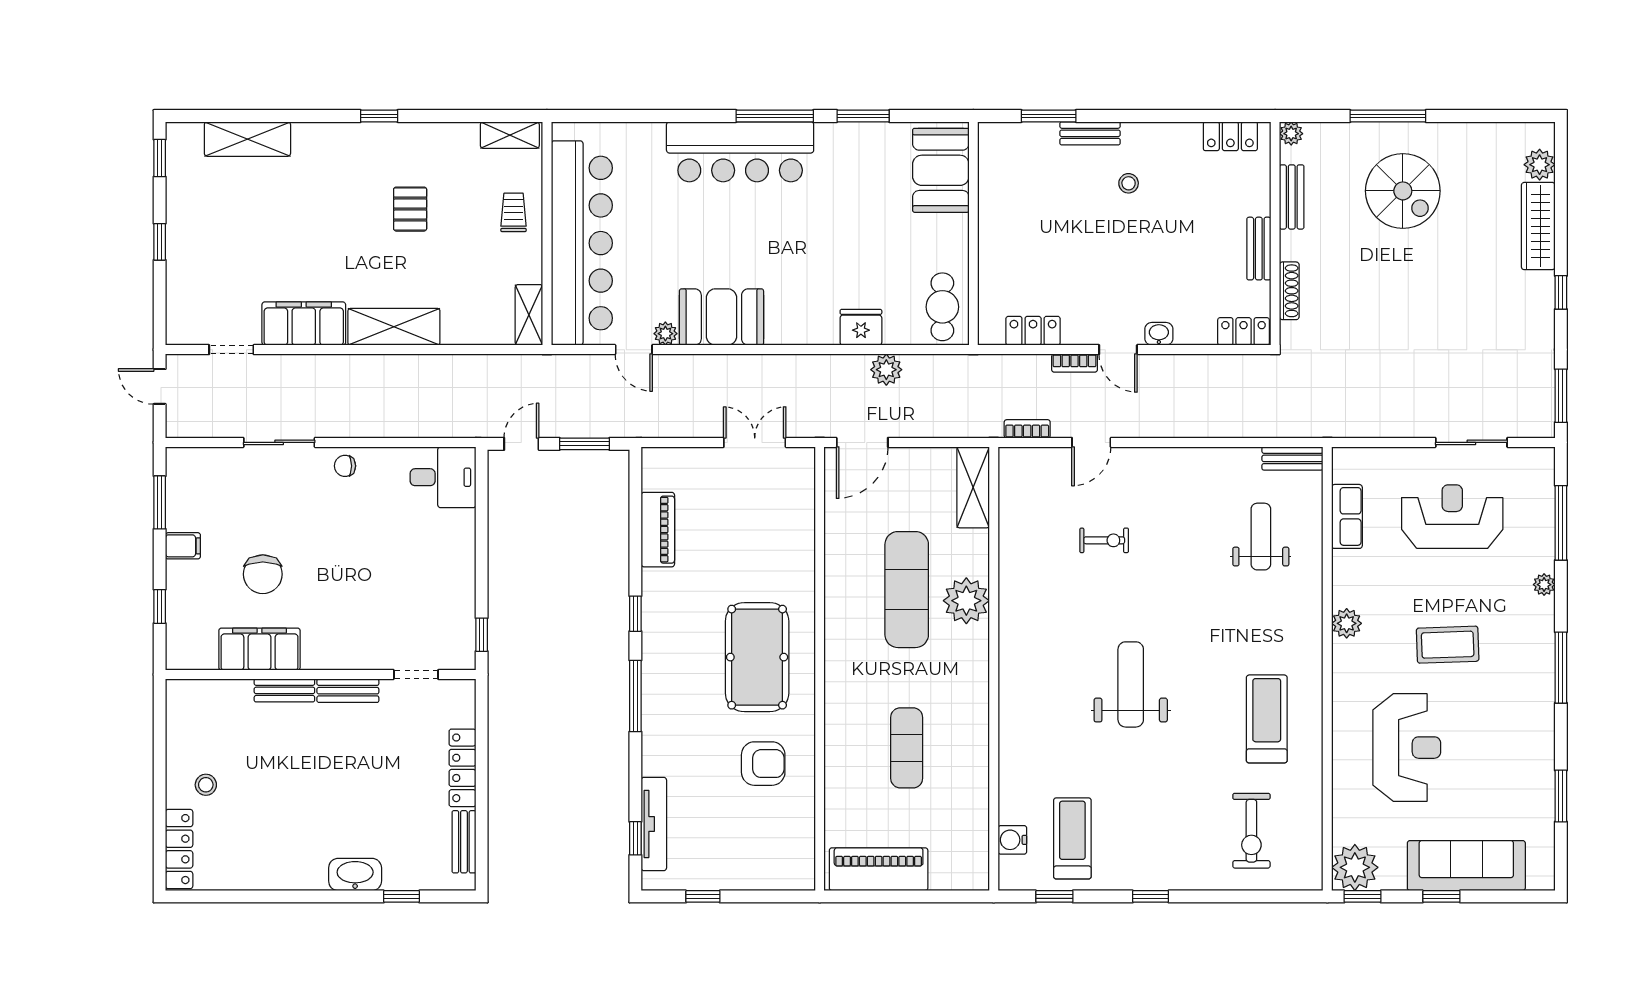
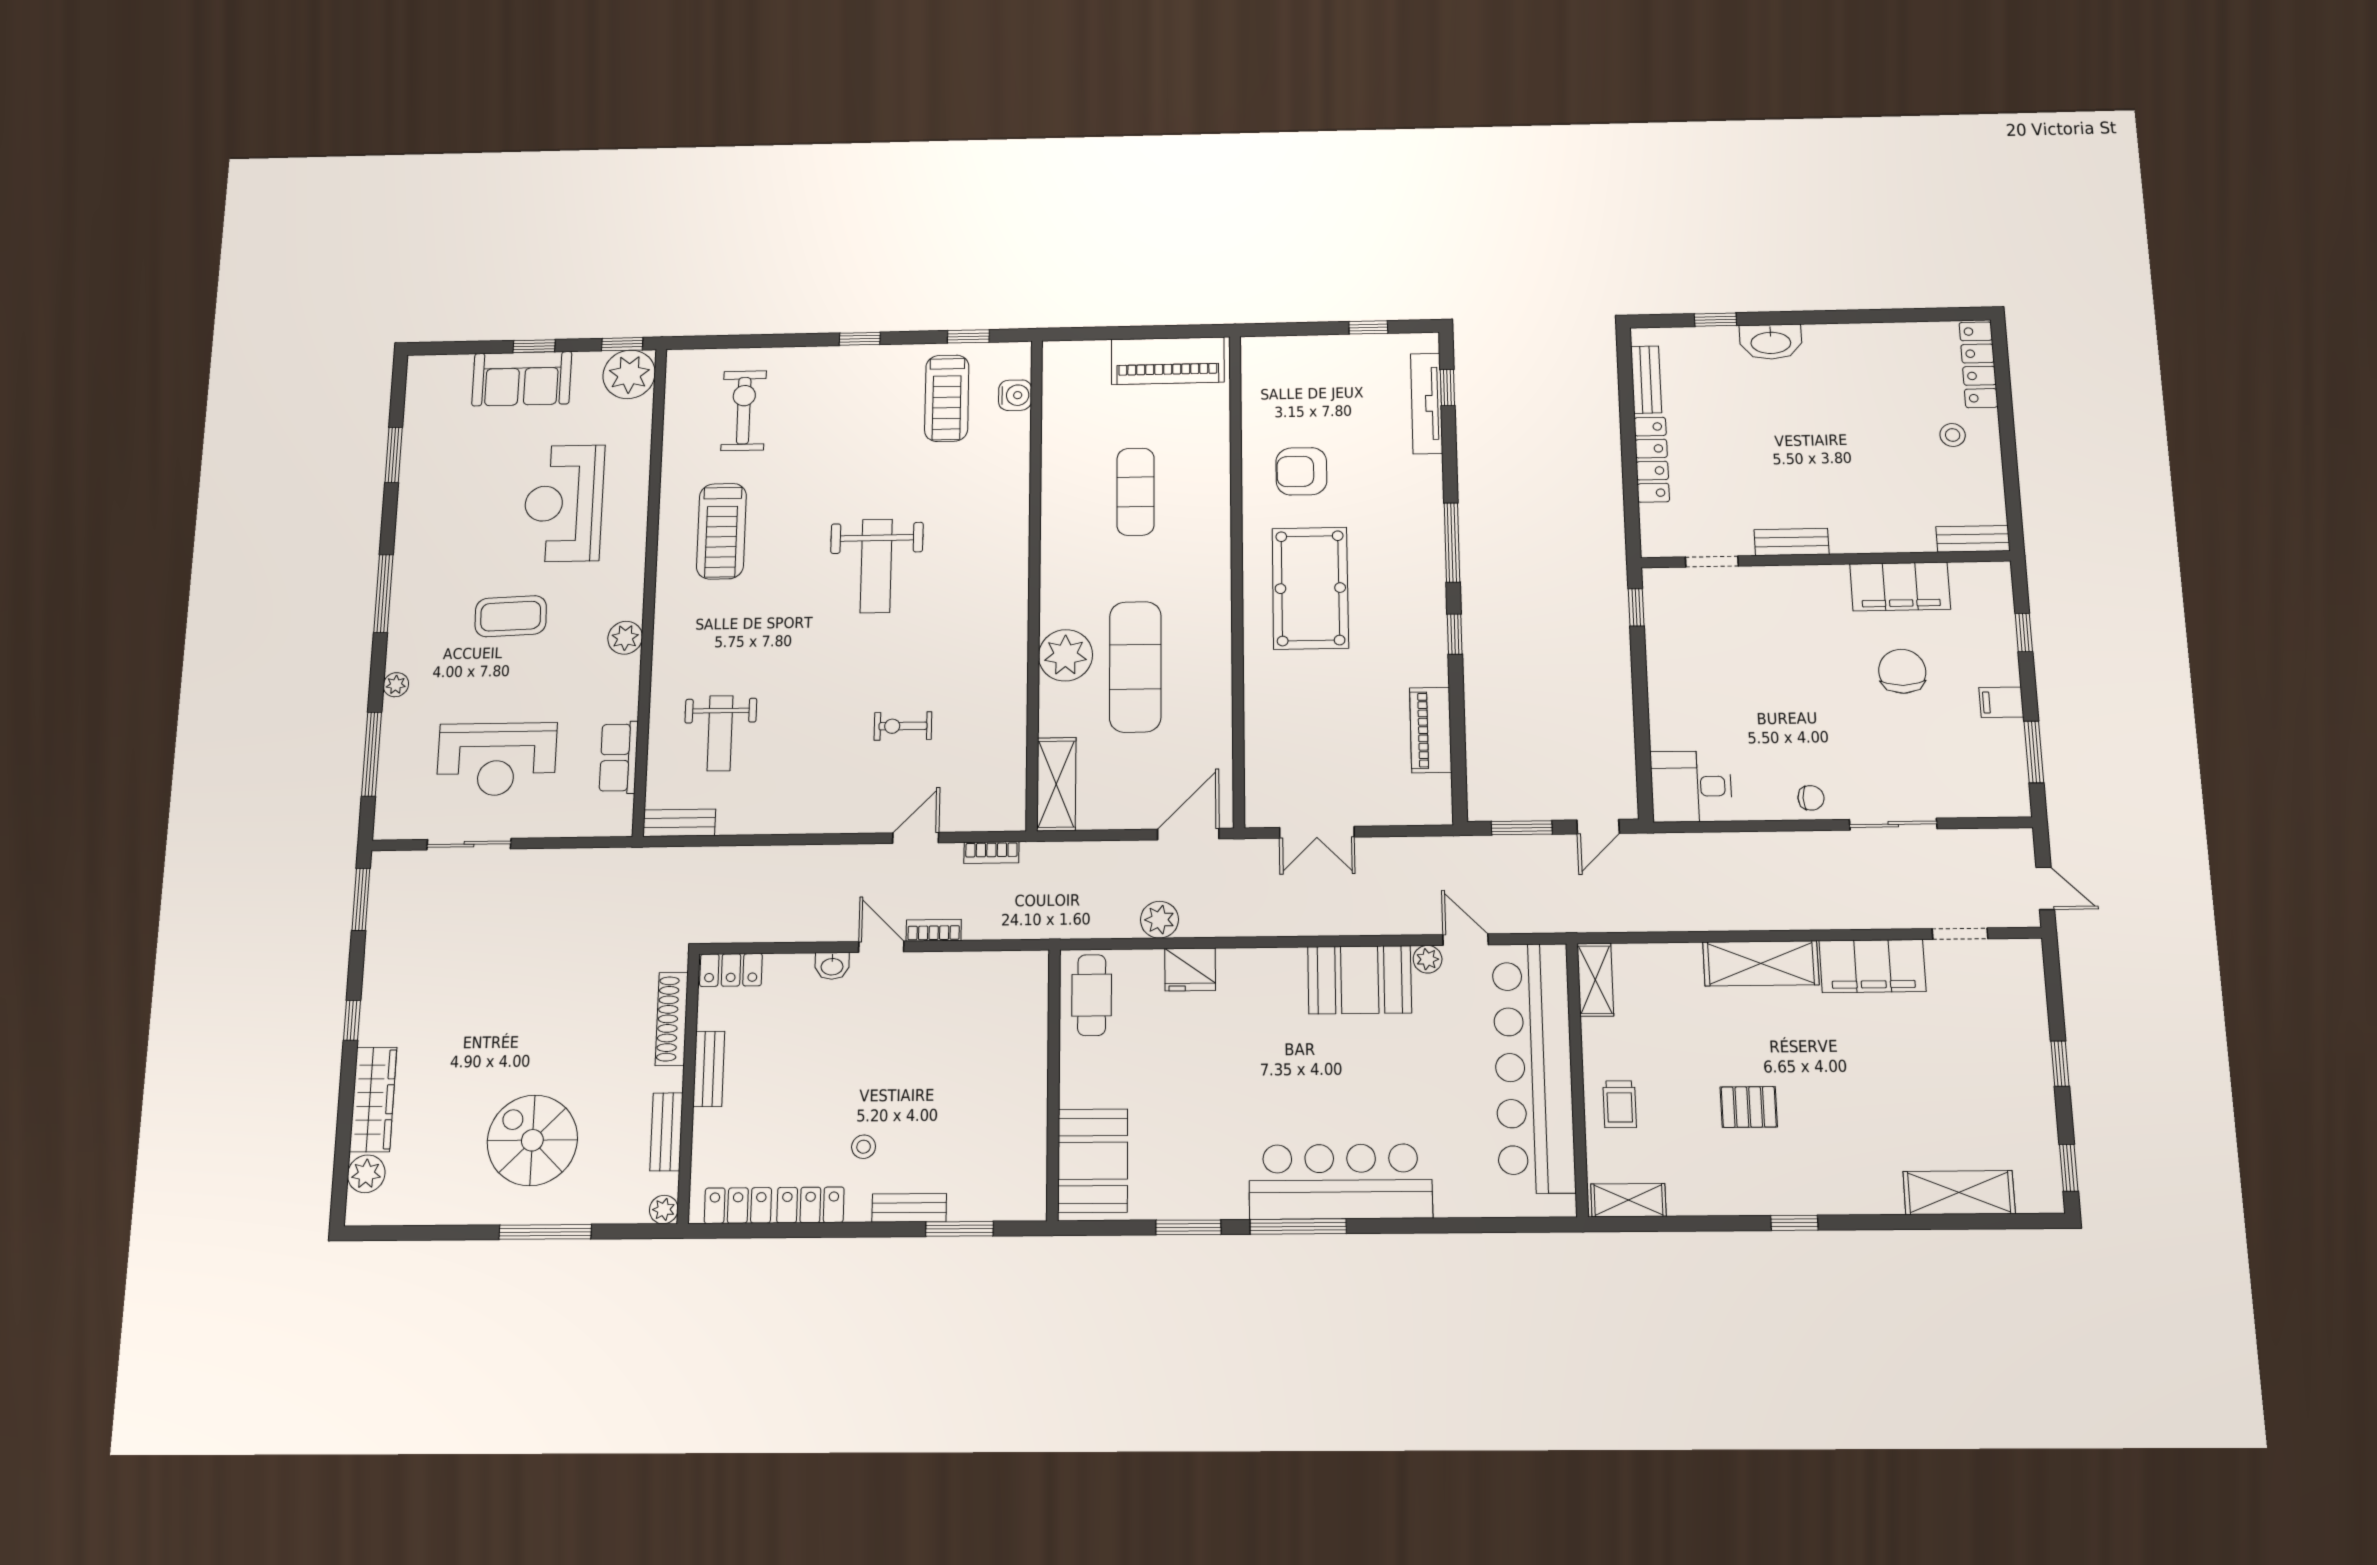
pallet: (410, 209) -> (1749, 1107), turned 90
shoe rack: (1289, 291) -> (672, 1019), width x1.36, depth x1.24
locker: (1033, 331) -> (810, 1205), moved, turned 180
bench: (284, 690) -> (1973, 539), moved
sofa: (1466, 866) -> (522, 379), width x0.73

